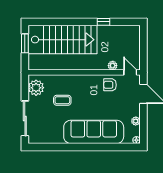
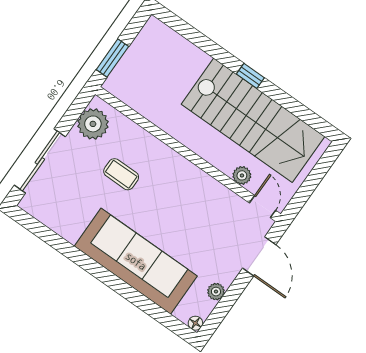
window: (103, 22) -> (250, 76), moved
stairs: (63, 40) -> (253, 120), moved
window: (25, 43) -> (112, 58), moved
armchair: (110, 85) -> (216, 204), removed

